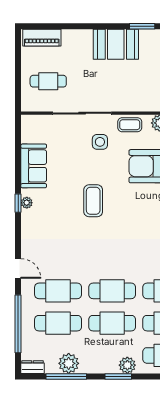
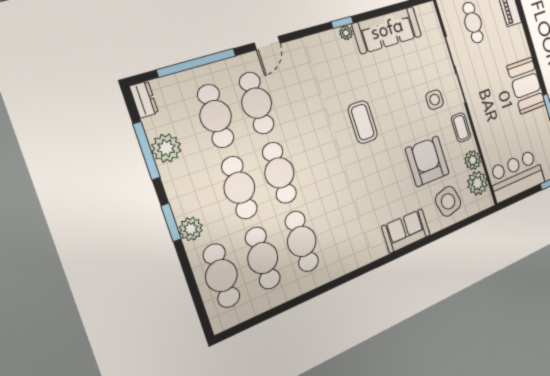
sofa: (34, 166) -> (387, 30), width x1.36
coffee table: (93, 201) -> (363, 122), moved, turned 90

